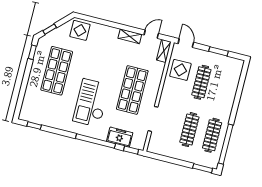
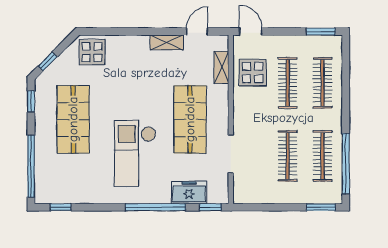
shelving: (164, 51) -> (221, 67), moved
window: (219, 51) -> (321, 32), moved
clothes rail: (224, 88) -> (323, 83), added
window: (22, 94) -> (31, 166), added

